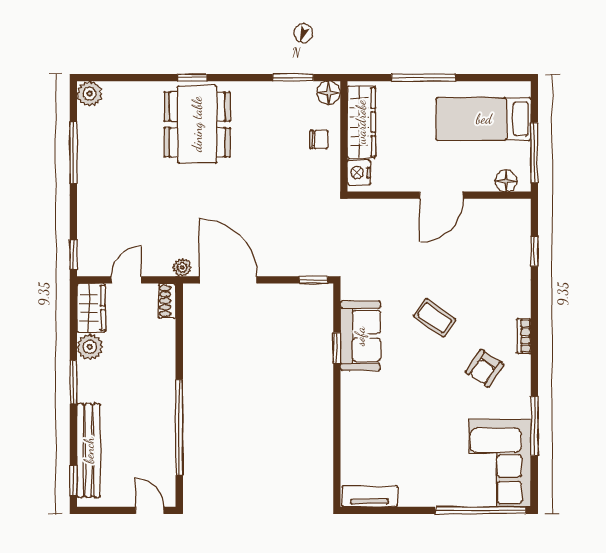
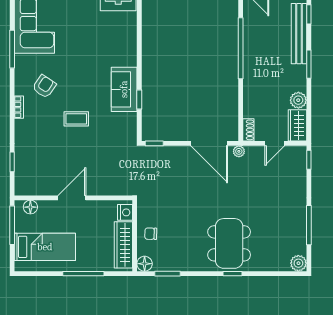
coffee table: (435, 318) -> (76, 119), turned -35
sofa: (360, 336) -> (124, 89), moved
window: (73, 382) -> (309, 64), moved

